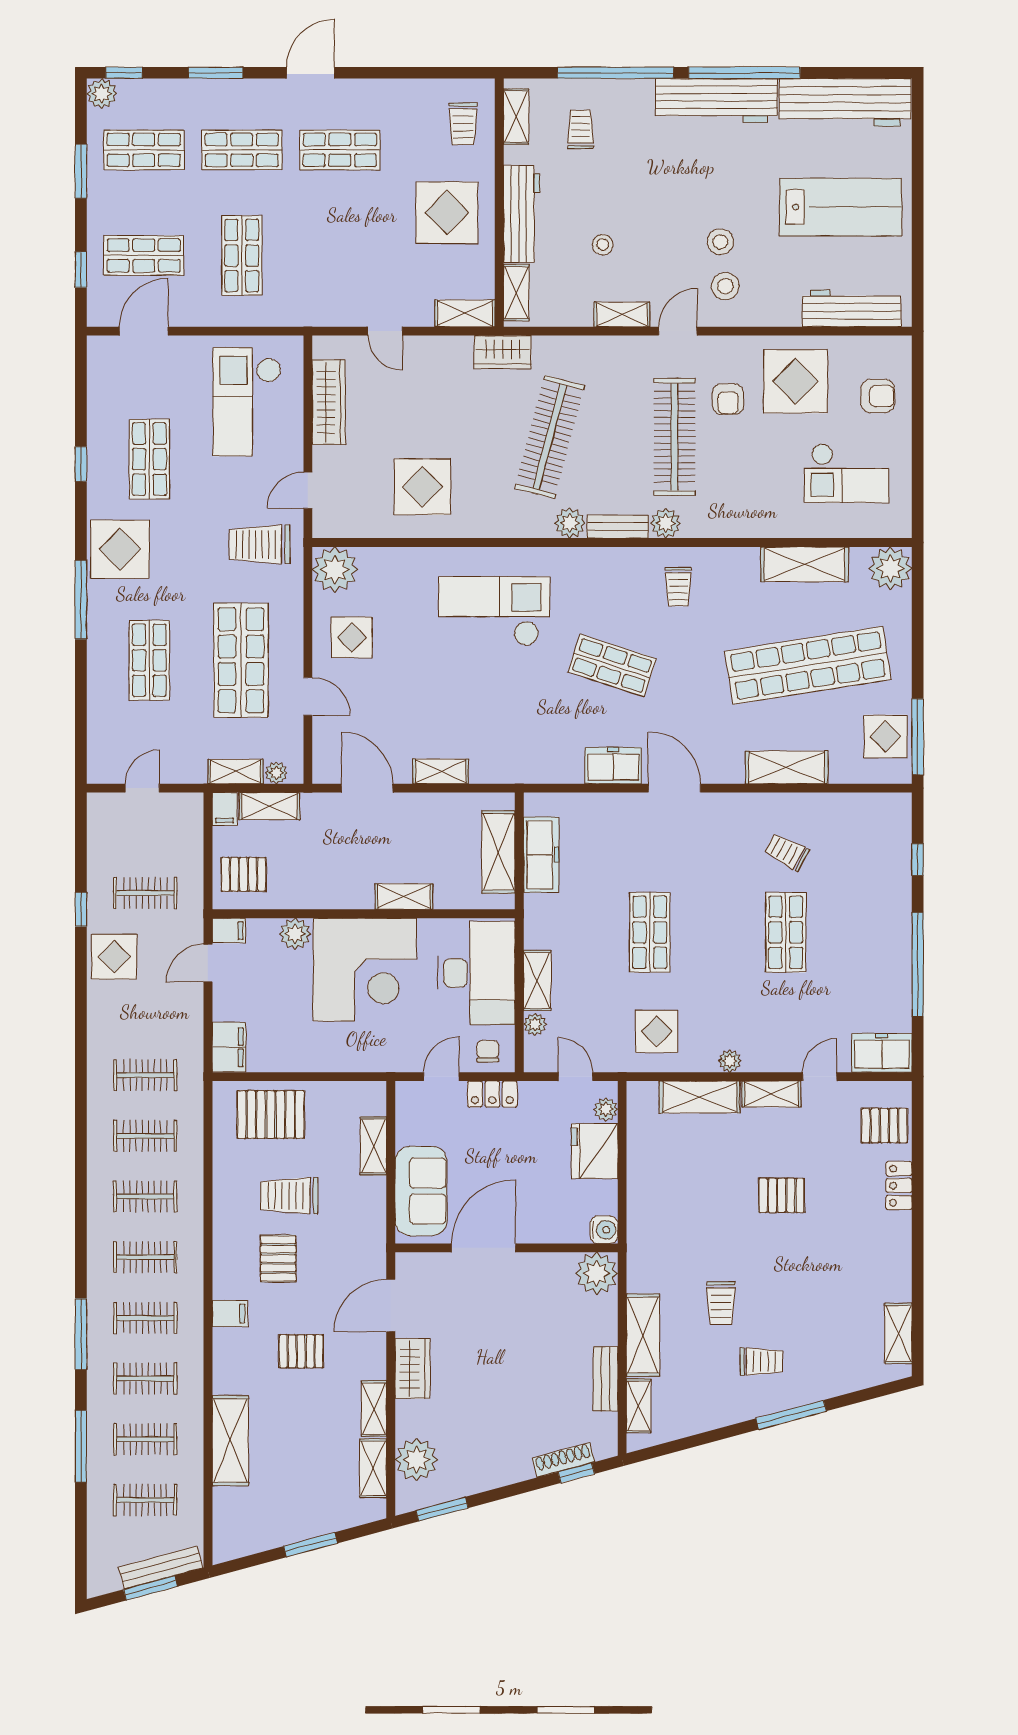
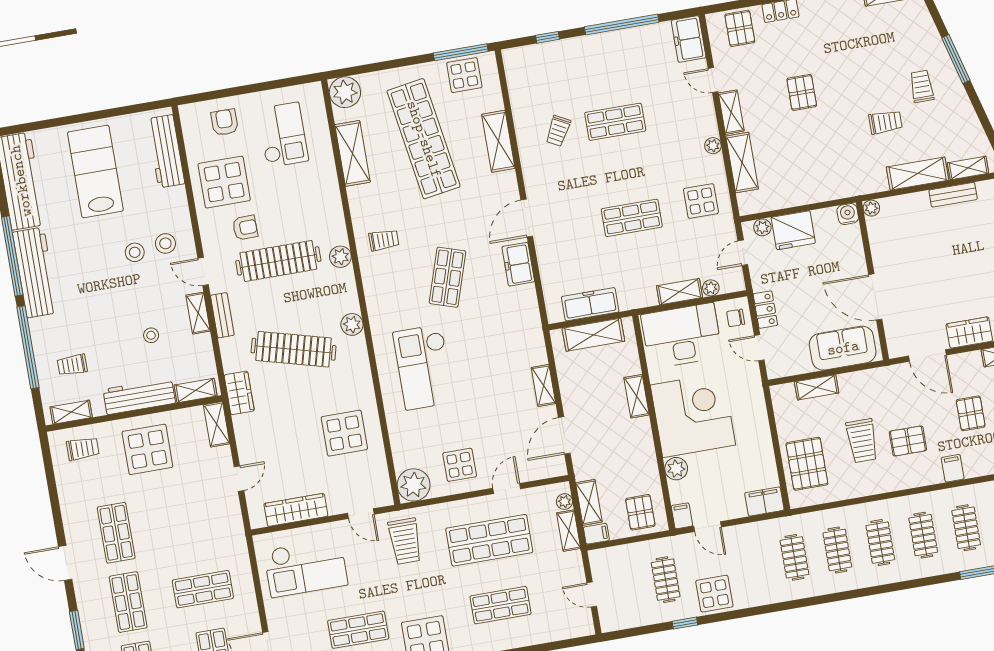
bench: (618, 527) -> (222, 315), moved
plant: (597, 1273) -> (871, 208), width x0.53, depth x0.53

